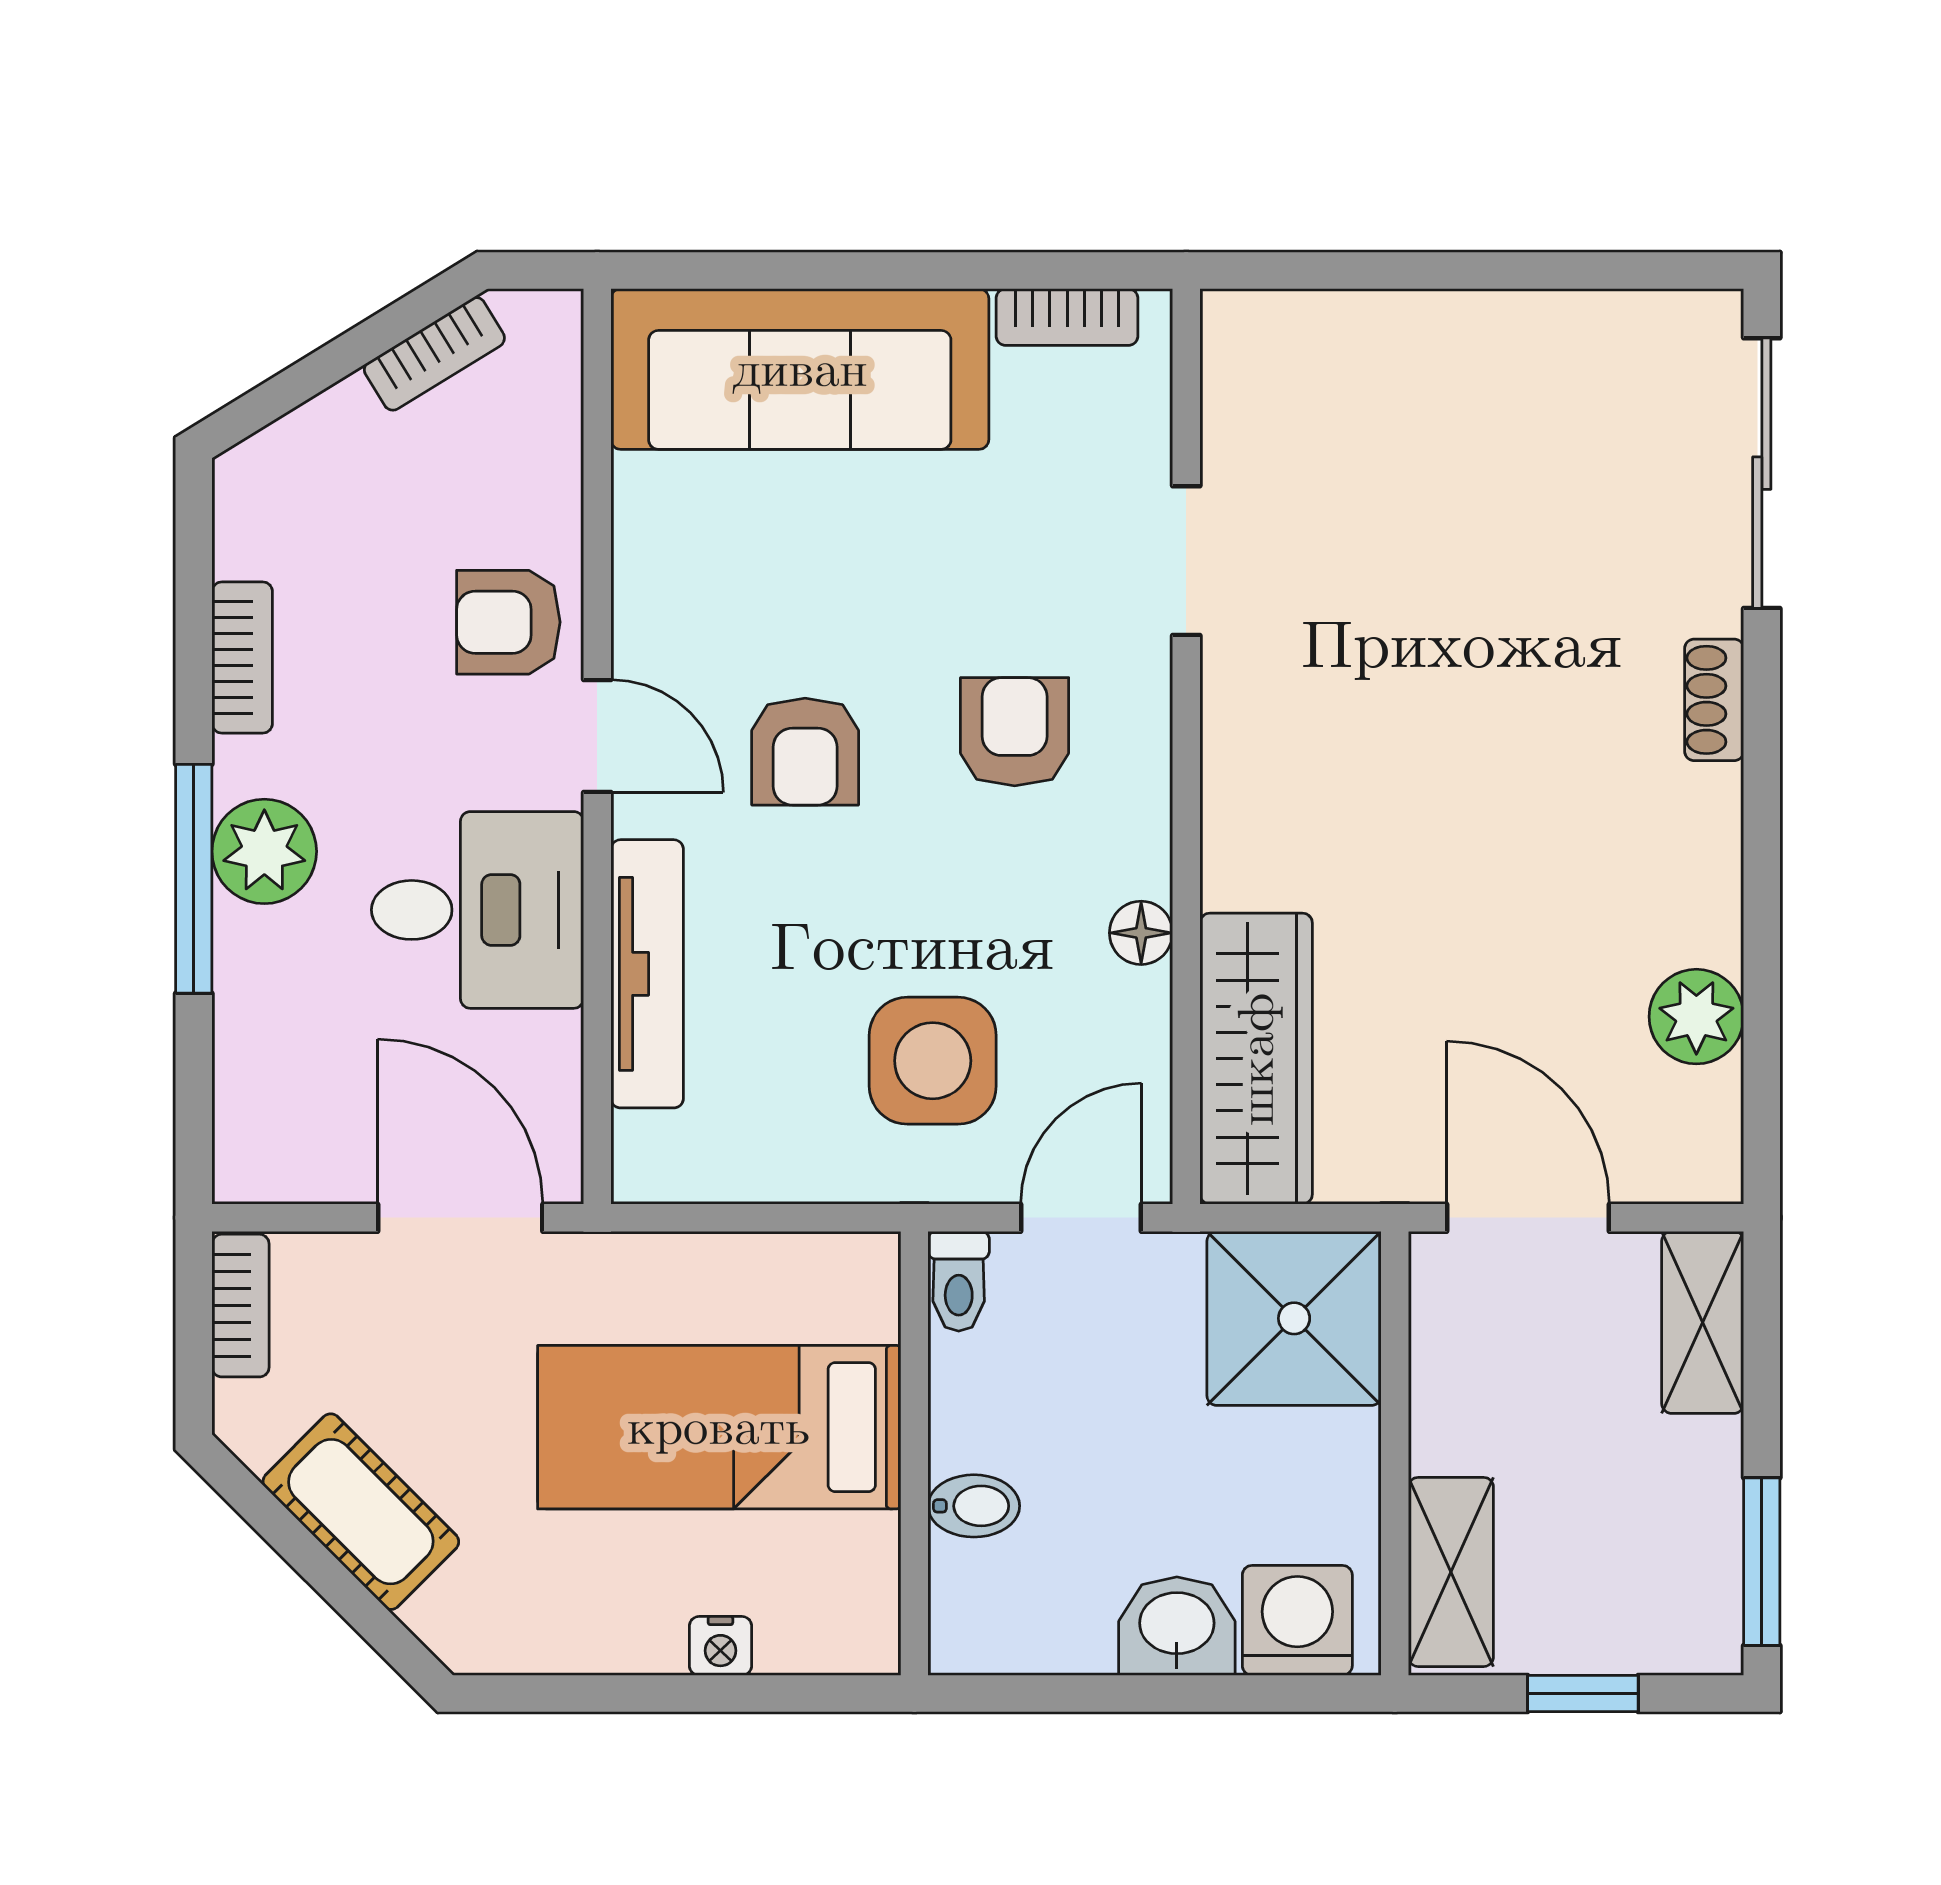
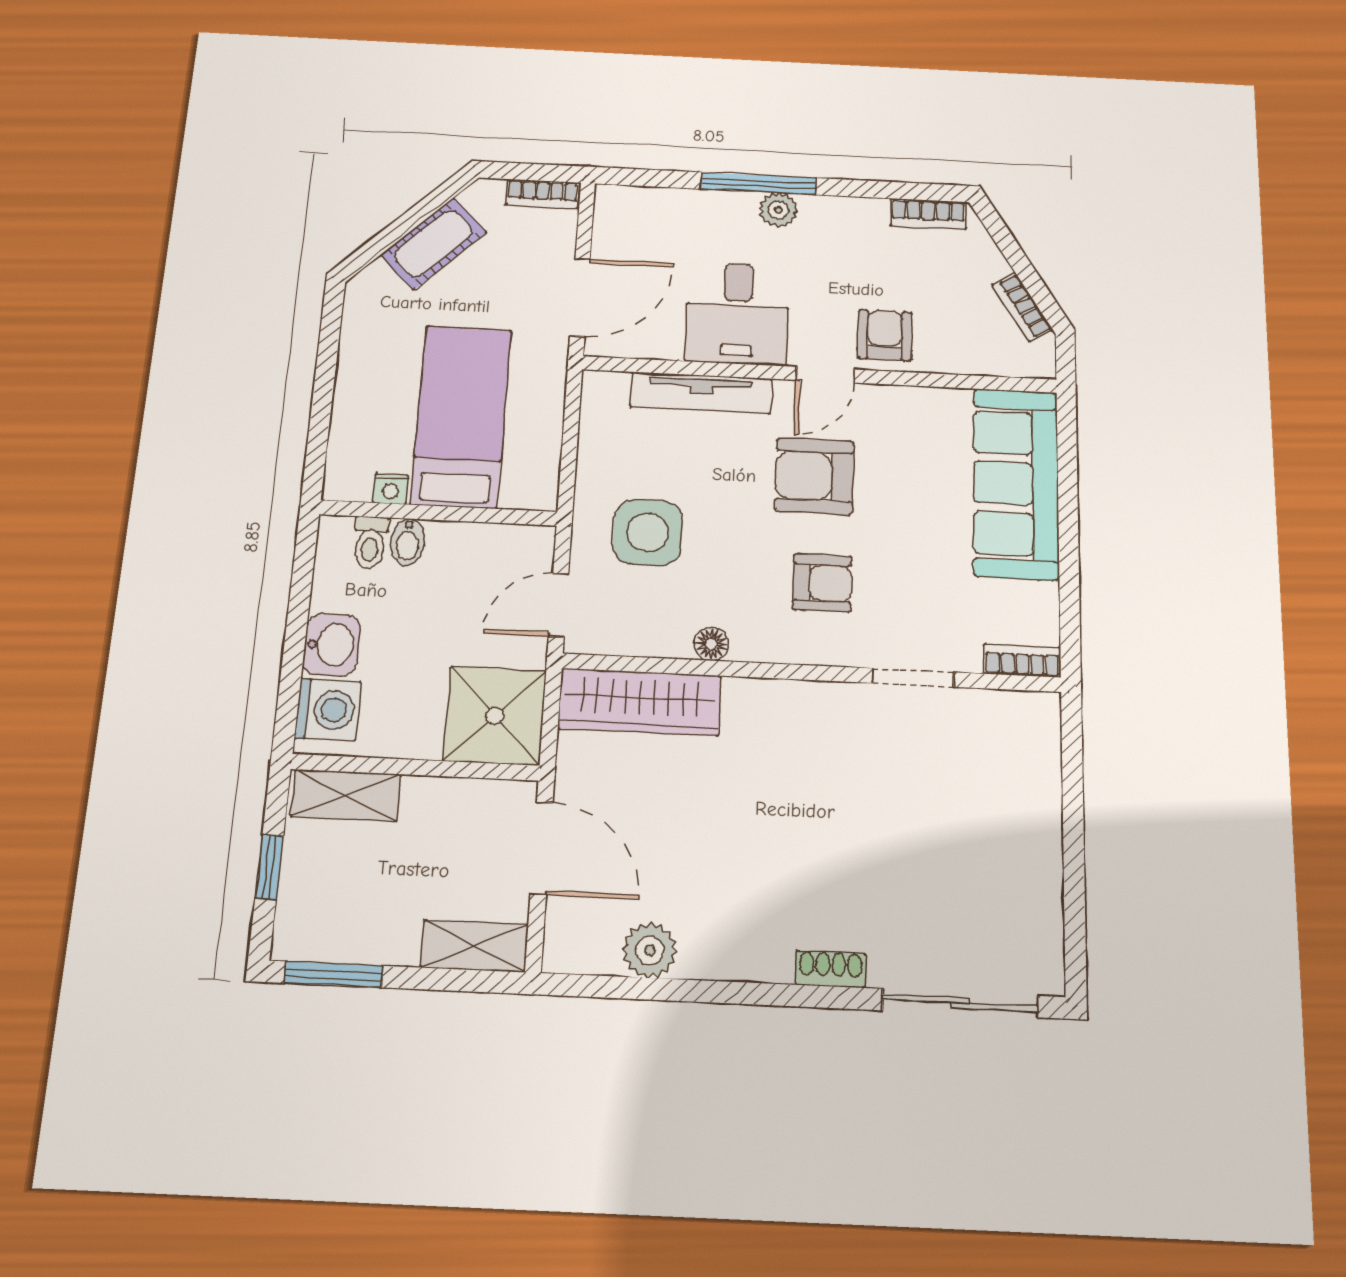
bookcase: (1067, 317) -> (1022, 660), moved, turned 90
bookcase: (242, 658) -> (928, 214), moved
armchair: (805, 752) -> (814, 476), width x1.38, depth x1.38
plant: (264, 851) -> (779, 210), width x0.73, depth x0.73
door: (1081, 1218) -> (558, 605), swing flipped
door: (1528, 1218) -> (542, 848), hinge flipped
toilet: (959, 1281) -> (370, 542), moved, turned -90
nightstand: (720, 1646) -> (390, 489), moved, turned -90

